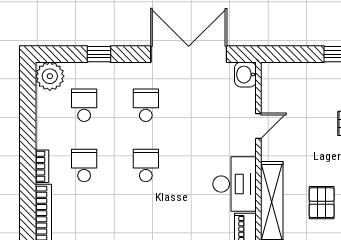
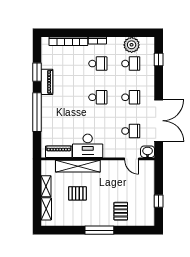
window: (99, 54) -> (159, 60), moved
plant: (50, 76) -> (132, 45), moved
school desk: (207, 105) -> (131, 131), added
door: (258, 126) -> (132, 159), moved

